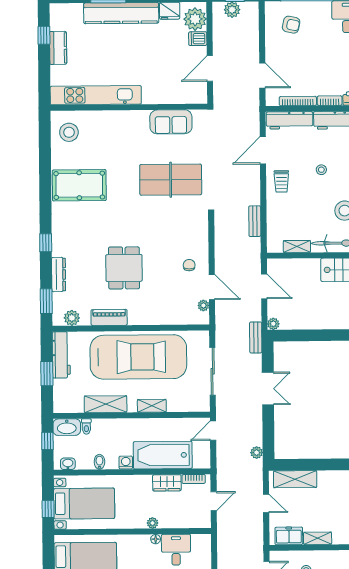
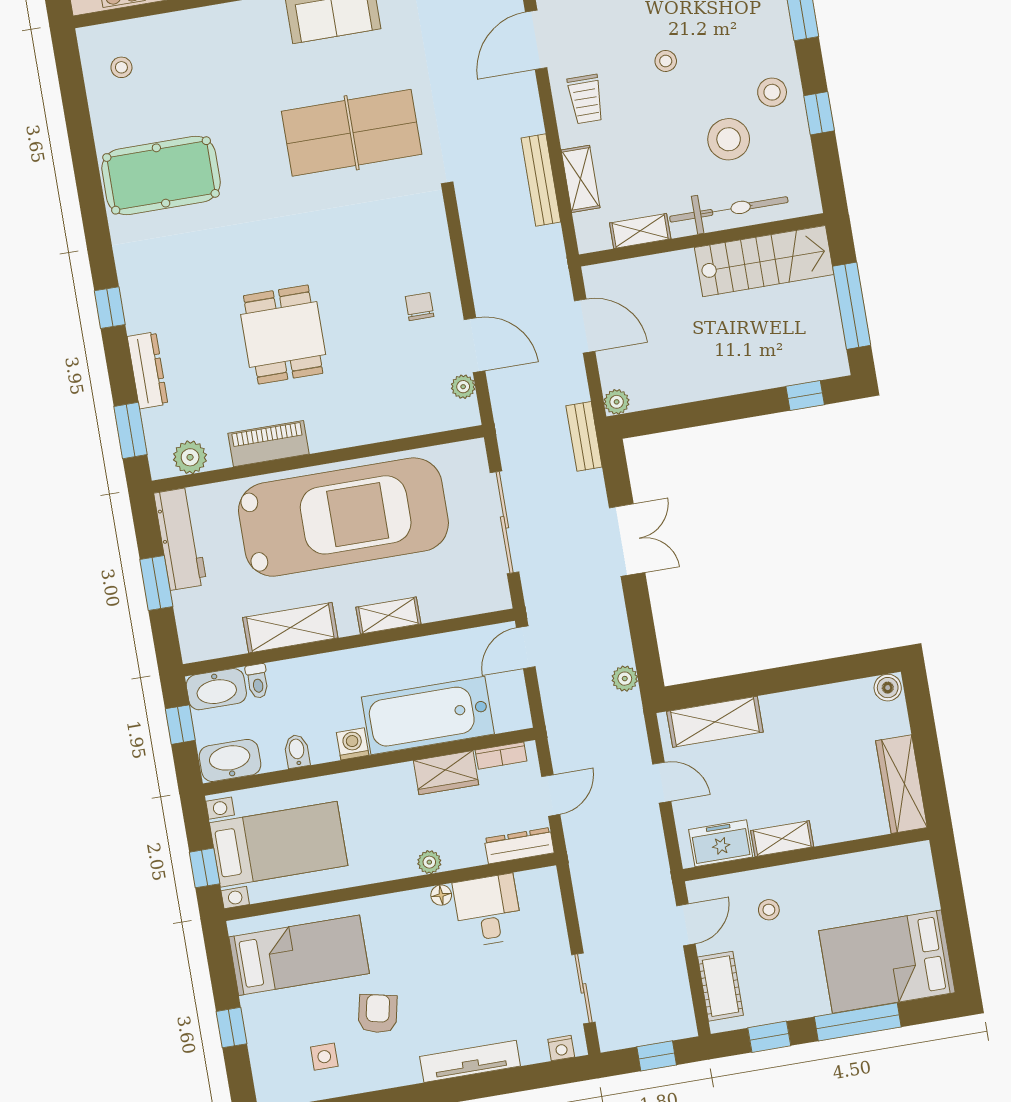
stool: (69, 132) -> (121, 67), width x0.53, depth x0.53
shelving: (273, 218) -> (581, 179), added
bench: (255, 221) -> (541, 180), width x1.36
washbasin: (68, 464) -> (230, 760), width x1.91, depth x1.45
dresser: (195, 522) -> (519, 846), added

